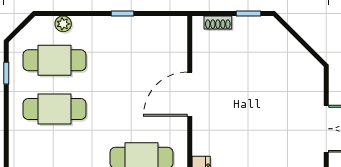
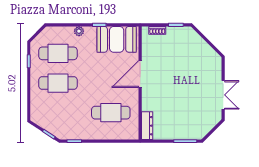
plant: (63, 24) -> (79, 31), moved
booth: (151, 37) -> (117, 39), added

